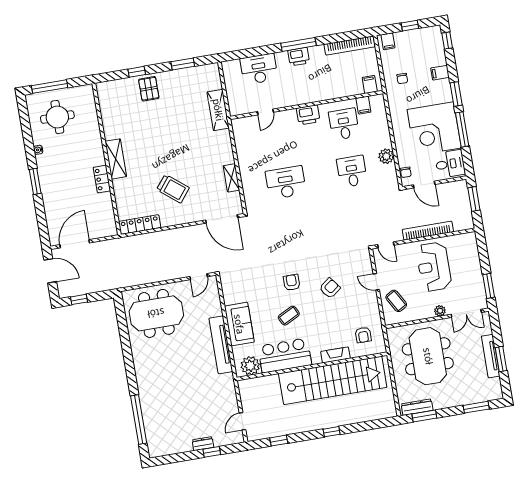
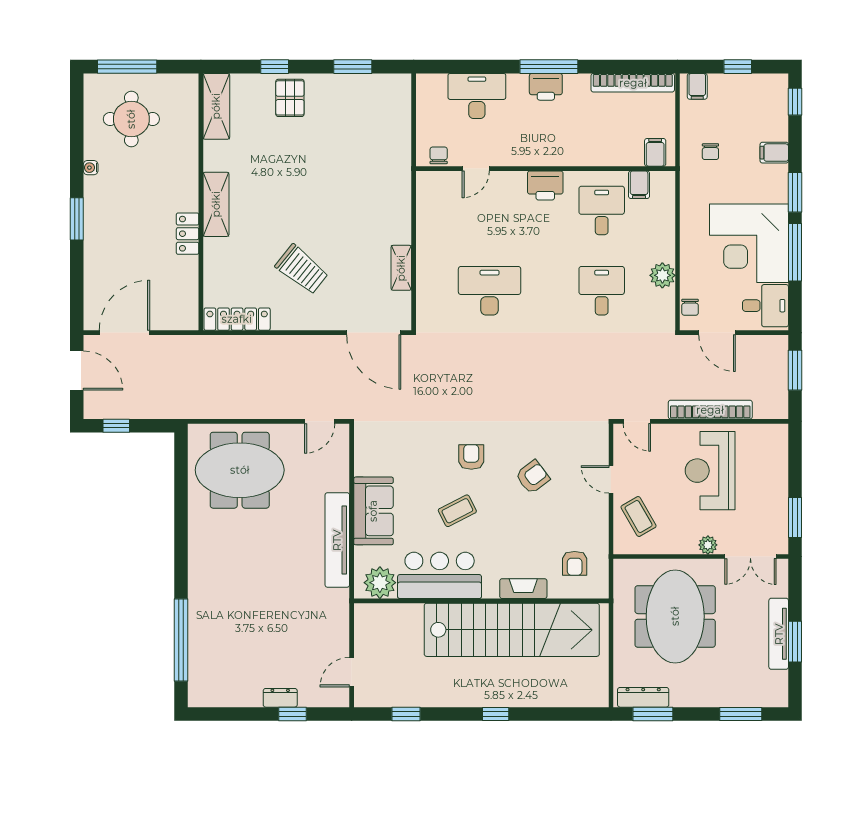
chair: (242, 108) -> (439, 155), added
shelving: (218, 110) -> (216, 106), moved

